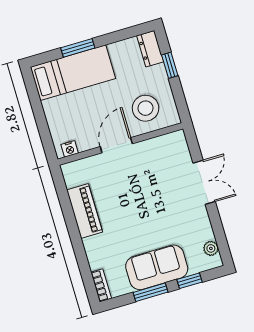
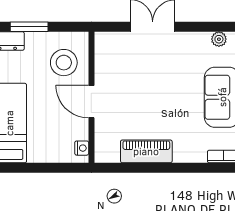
window: (170, 65) -> (29, 27), width x1.50

